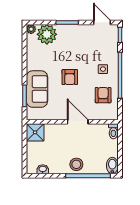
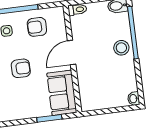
sofa: (37, 89) -> (62, 93), moved, turned -90
shower: (35, 132) -> (90, 101), removed
washbasin: (43, 169) -> (134, 99), moved

